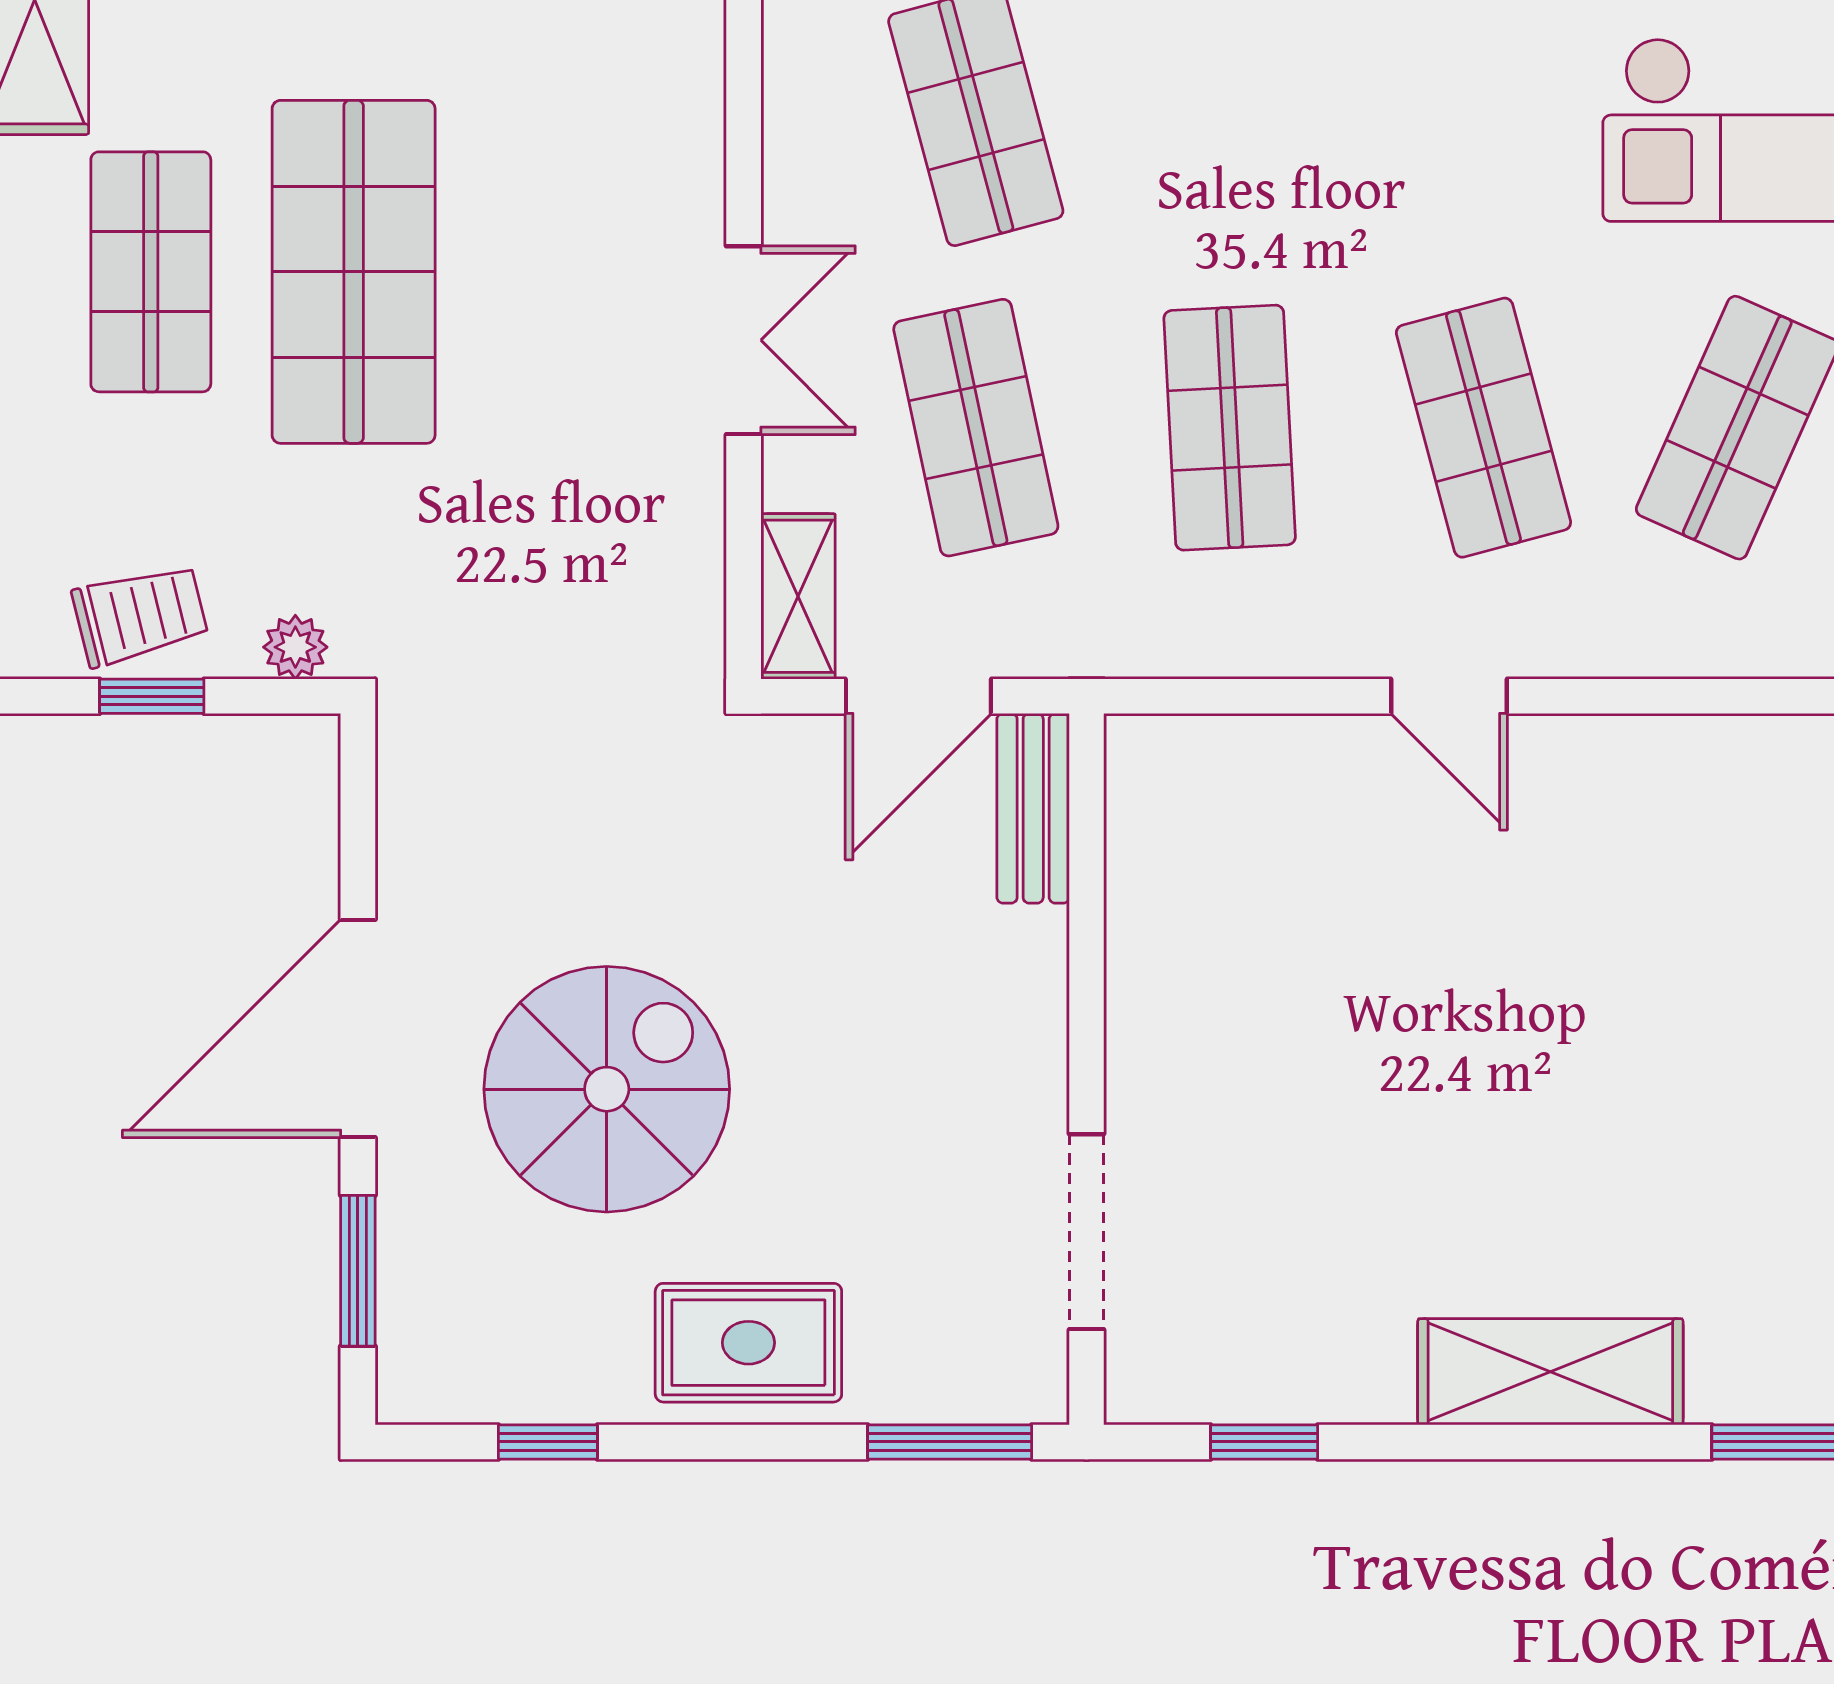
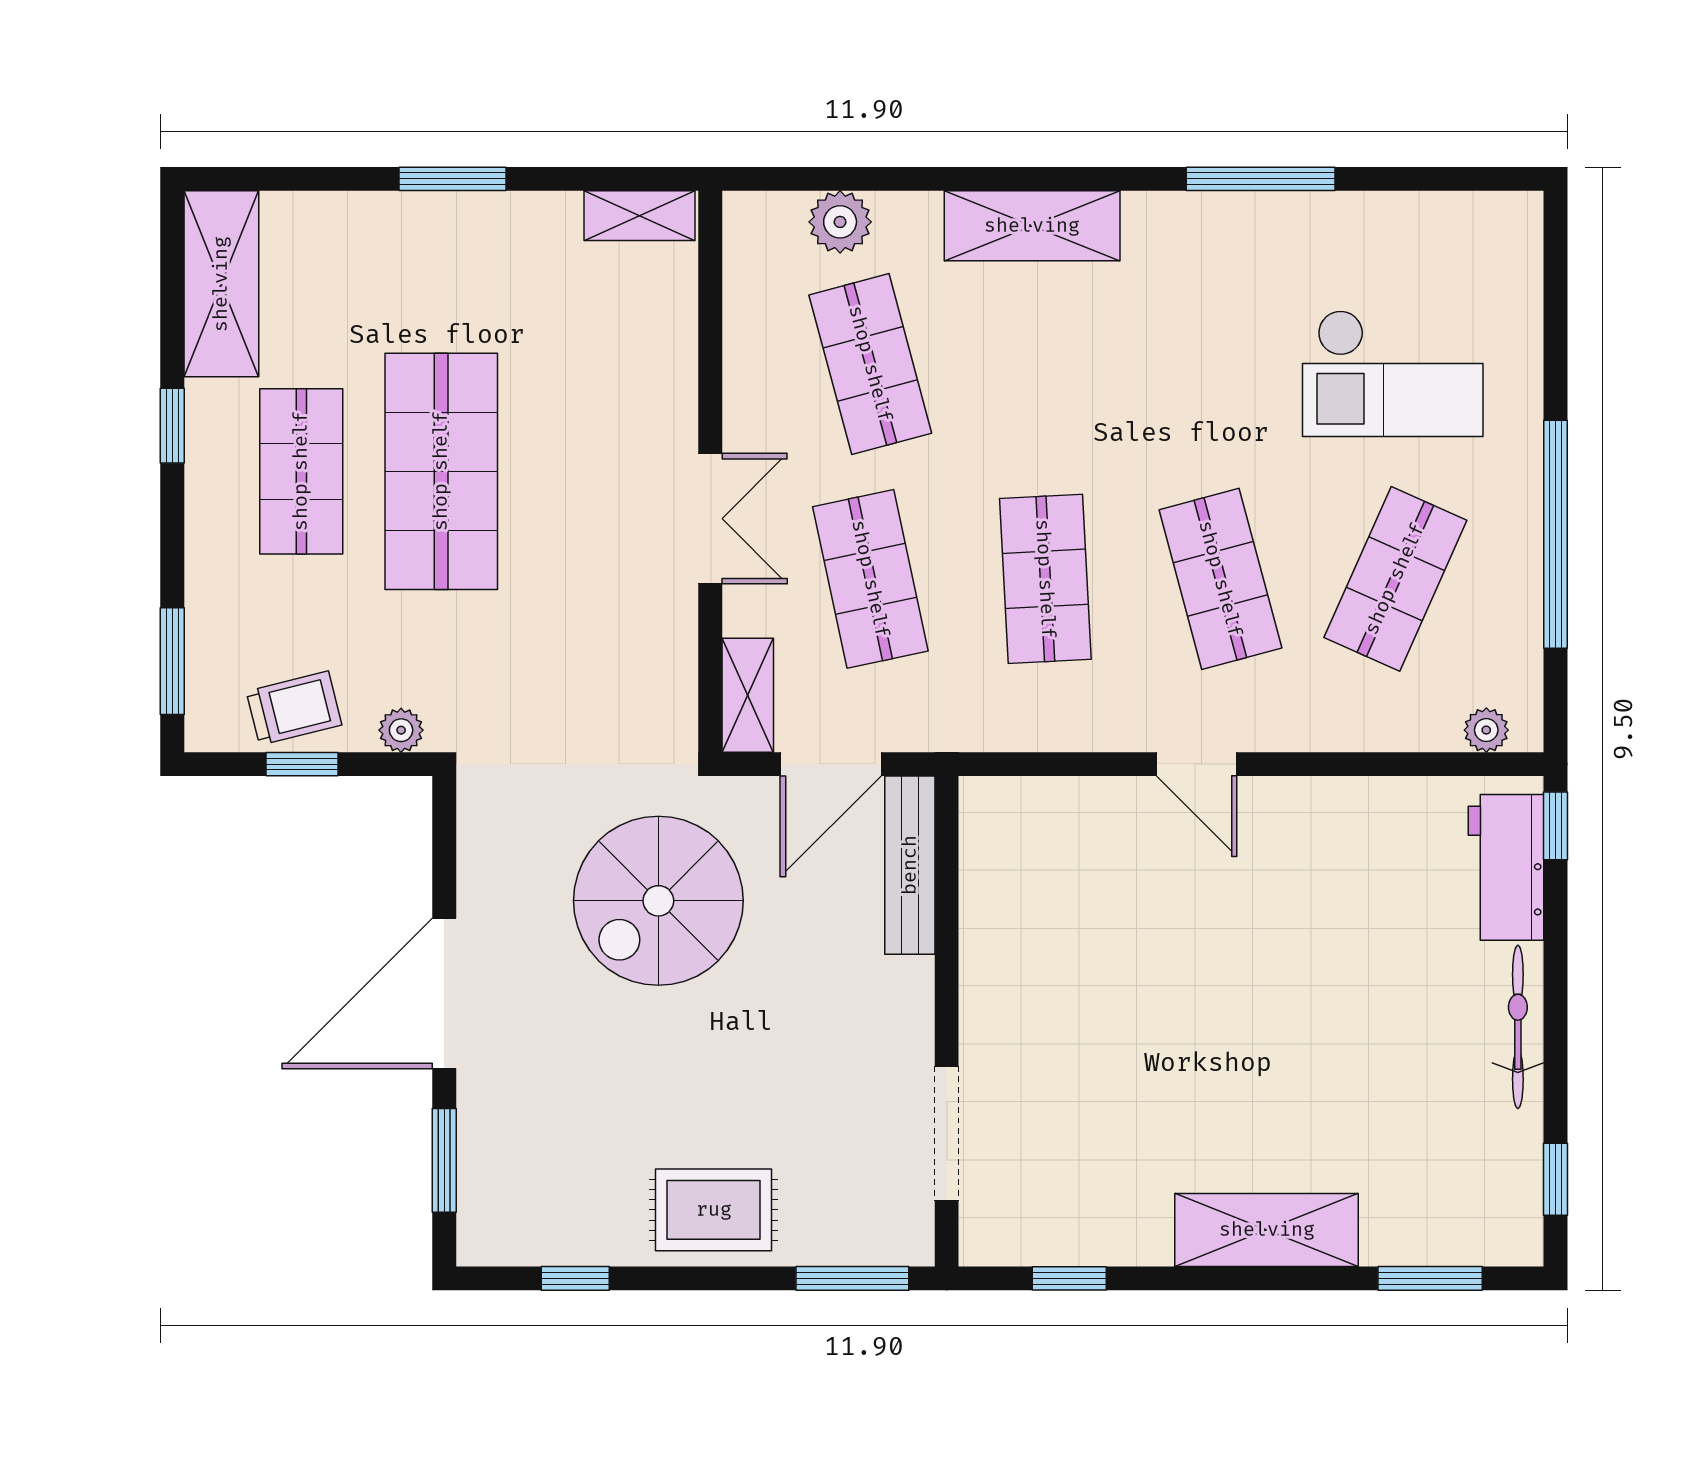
bench: (1033, 808) -> (910, 865), width x1.36
spiral stairs: (607, 1089) -> (658, 901), moved, turned 180

